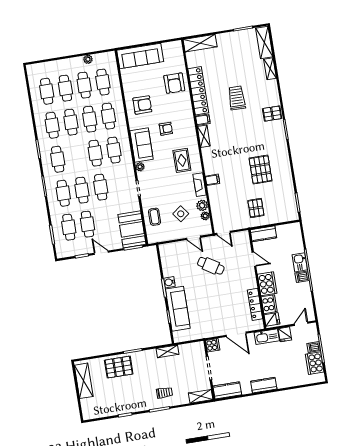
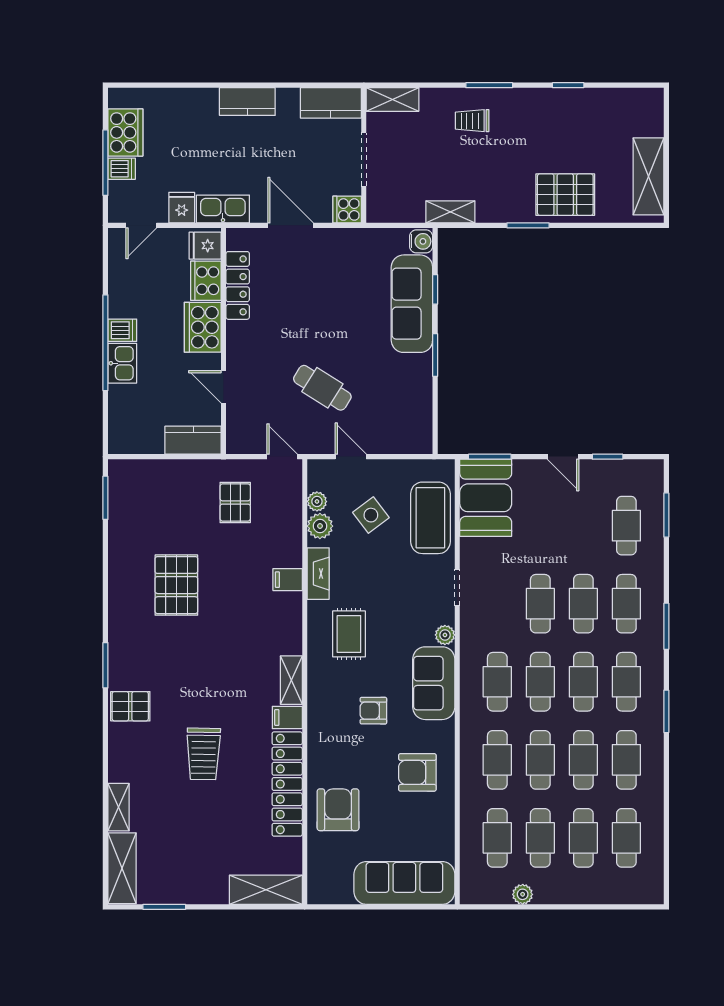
pallet: (256, 208) -> (235, 502), moved
coffee table: (155, 217) -> (430, 518), width x1.86, depth x1.72
cafe table: (87, 224) -> (583, 682), moved
water cooler: (169, 282) -> (421, 241), moved

